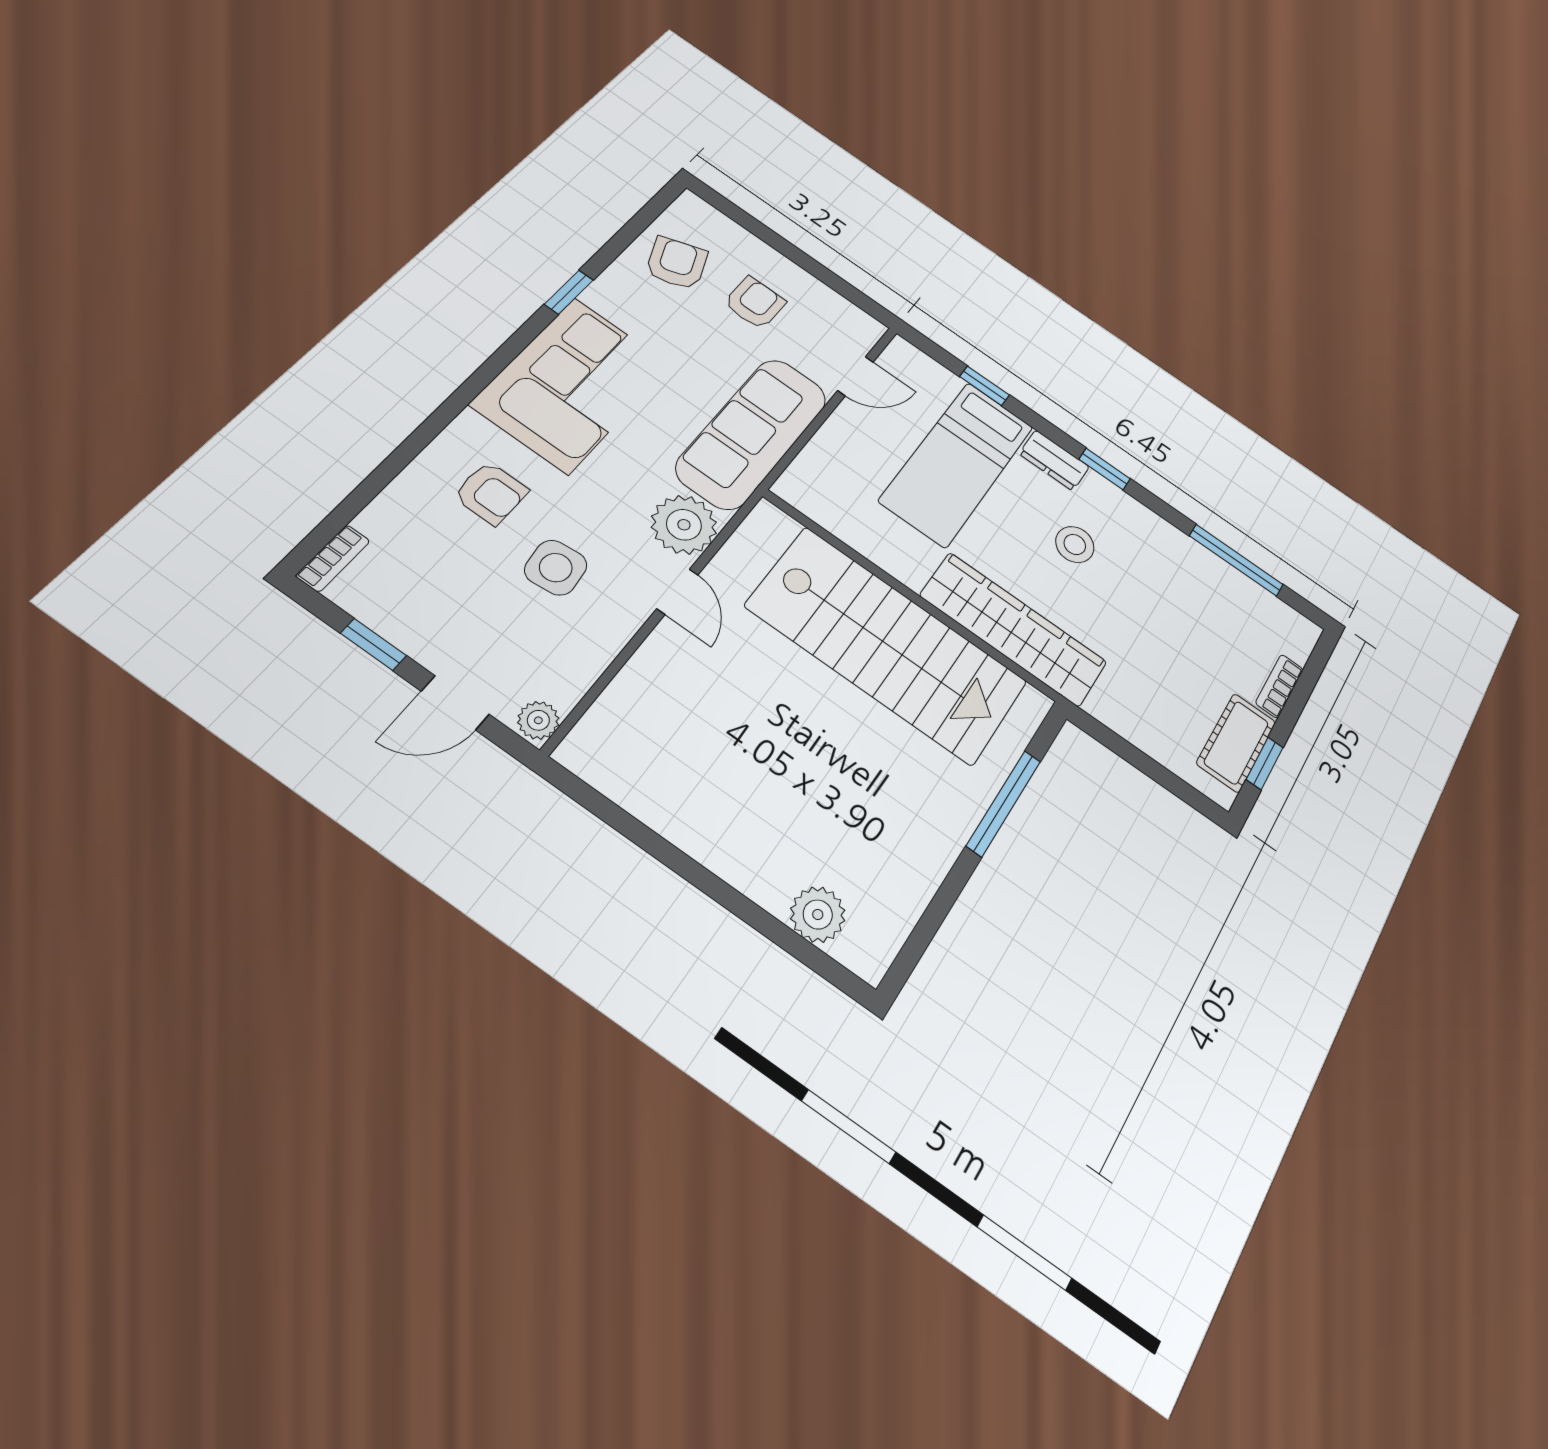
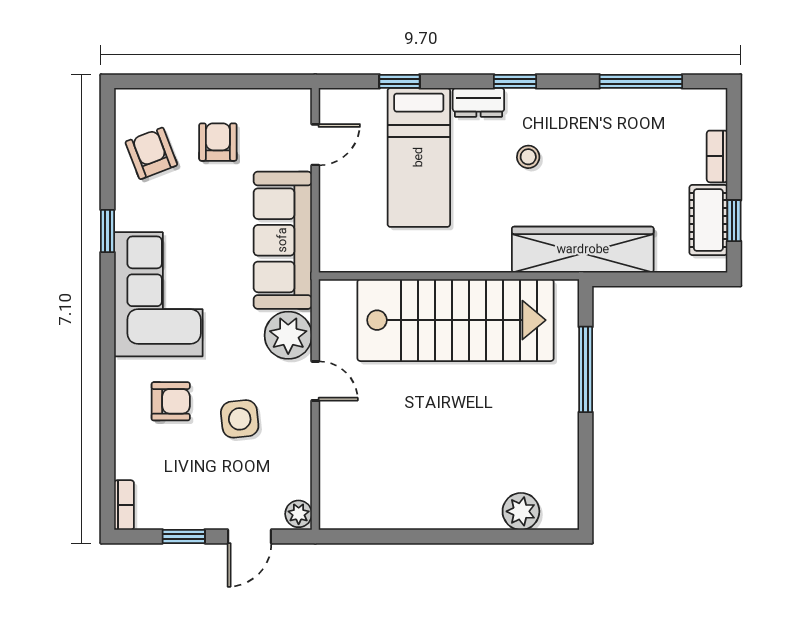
stool: (1075, 544) -> (528, 157), width x0.73, depth x0.73
wardrobe: (1013, 629) -> (583, 250), moved

